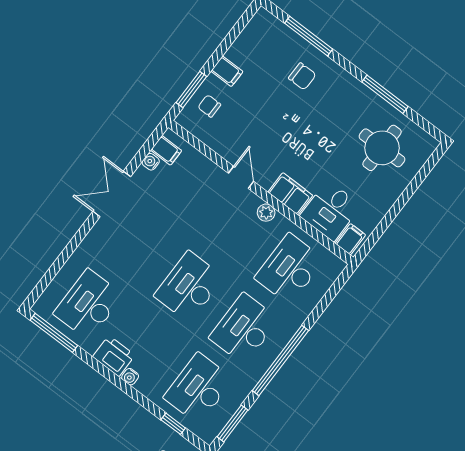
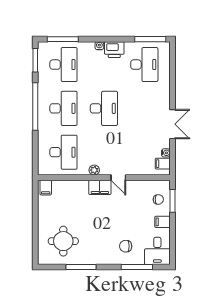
filing cabinet: (290, 194) -> (100, 187), moved
desk: (331, 211) -> (157, 251), moved, turned 180
window: (173, 424) -> (63, 39), width x2.17

